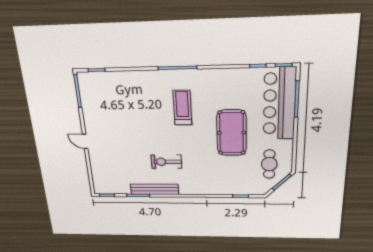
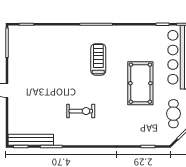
exercise bike: (166, 162) -> (81, 111), turned 180
bench: (154, 189) -> (31, 140), moved

